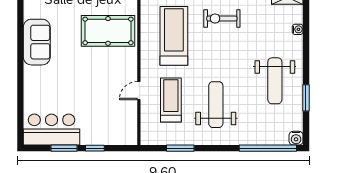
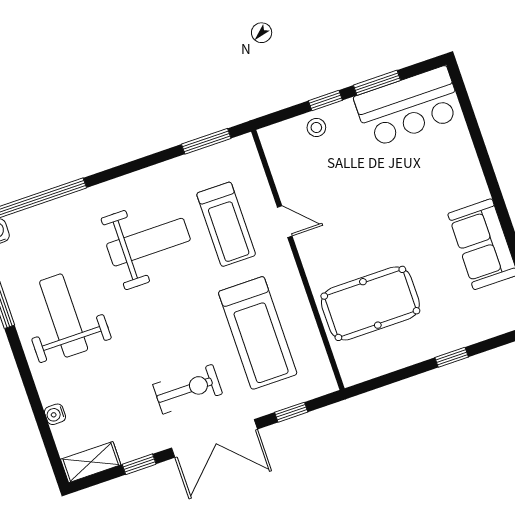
door: (139, 91) -> (285, 222), hinge flipped
weight bench: (216, 105) -> (148, 242), turned -90
stool: (105, 135) -> (316, 127), added
window: (180, 148) -> (206, 141), moved

